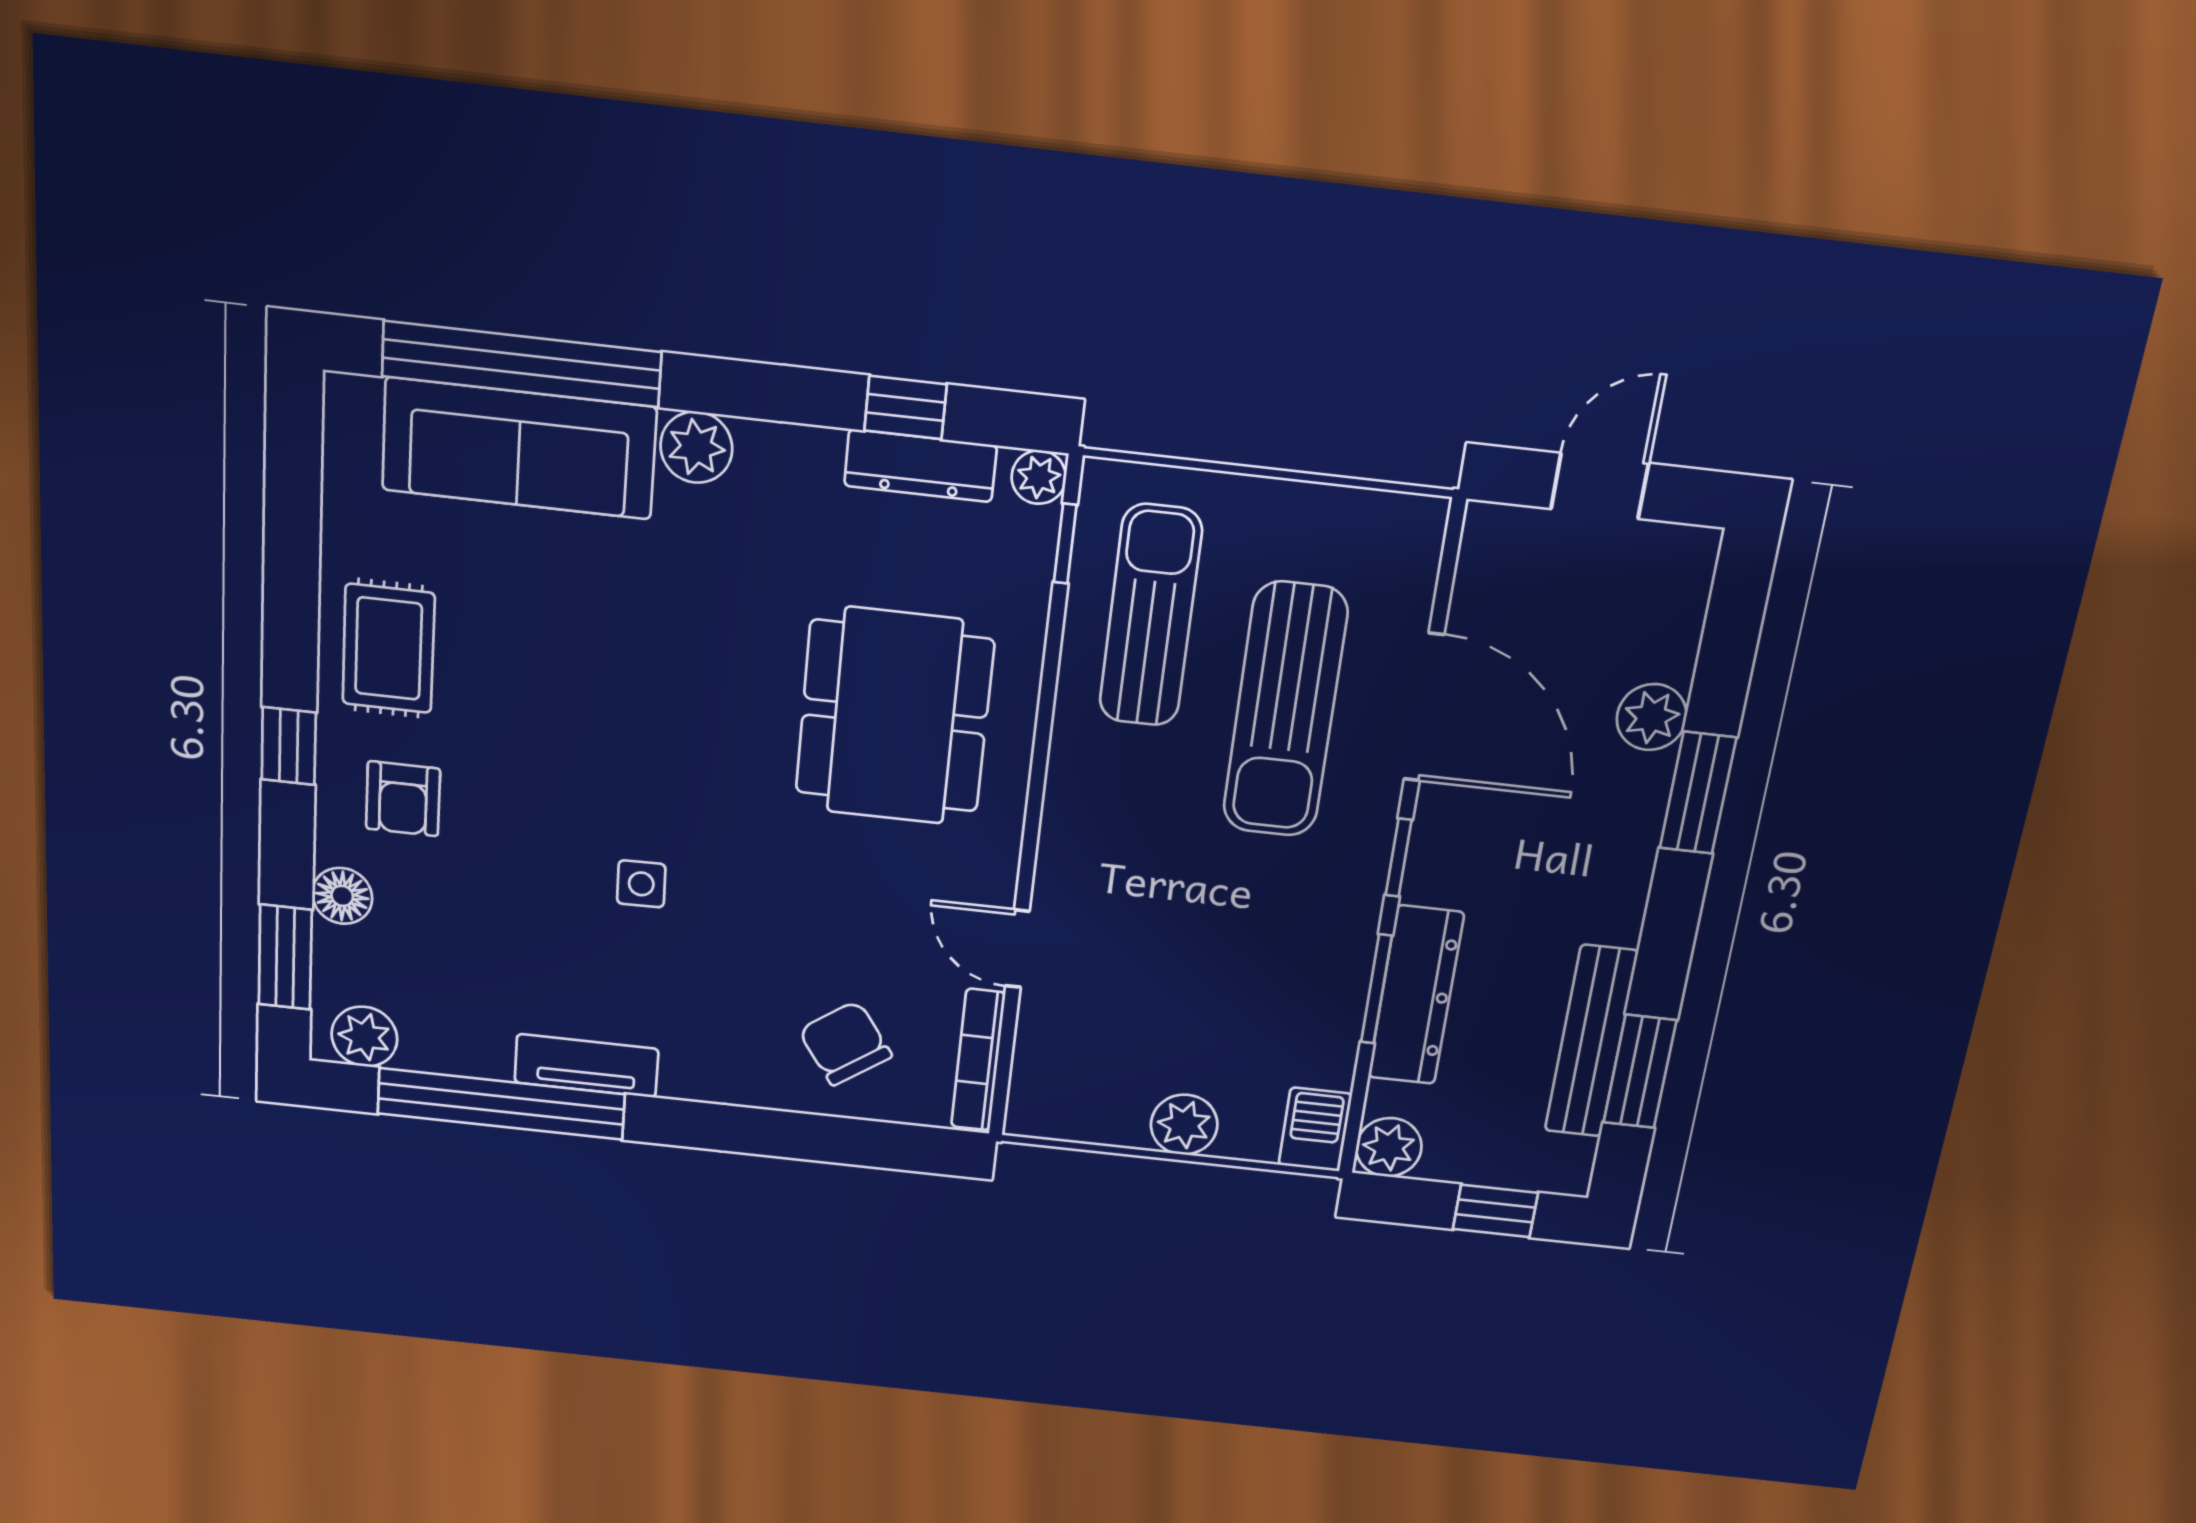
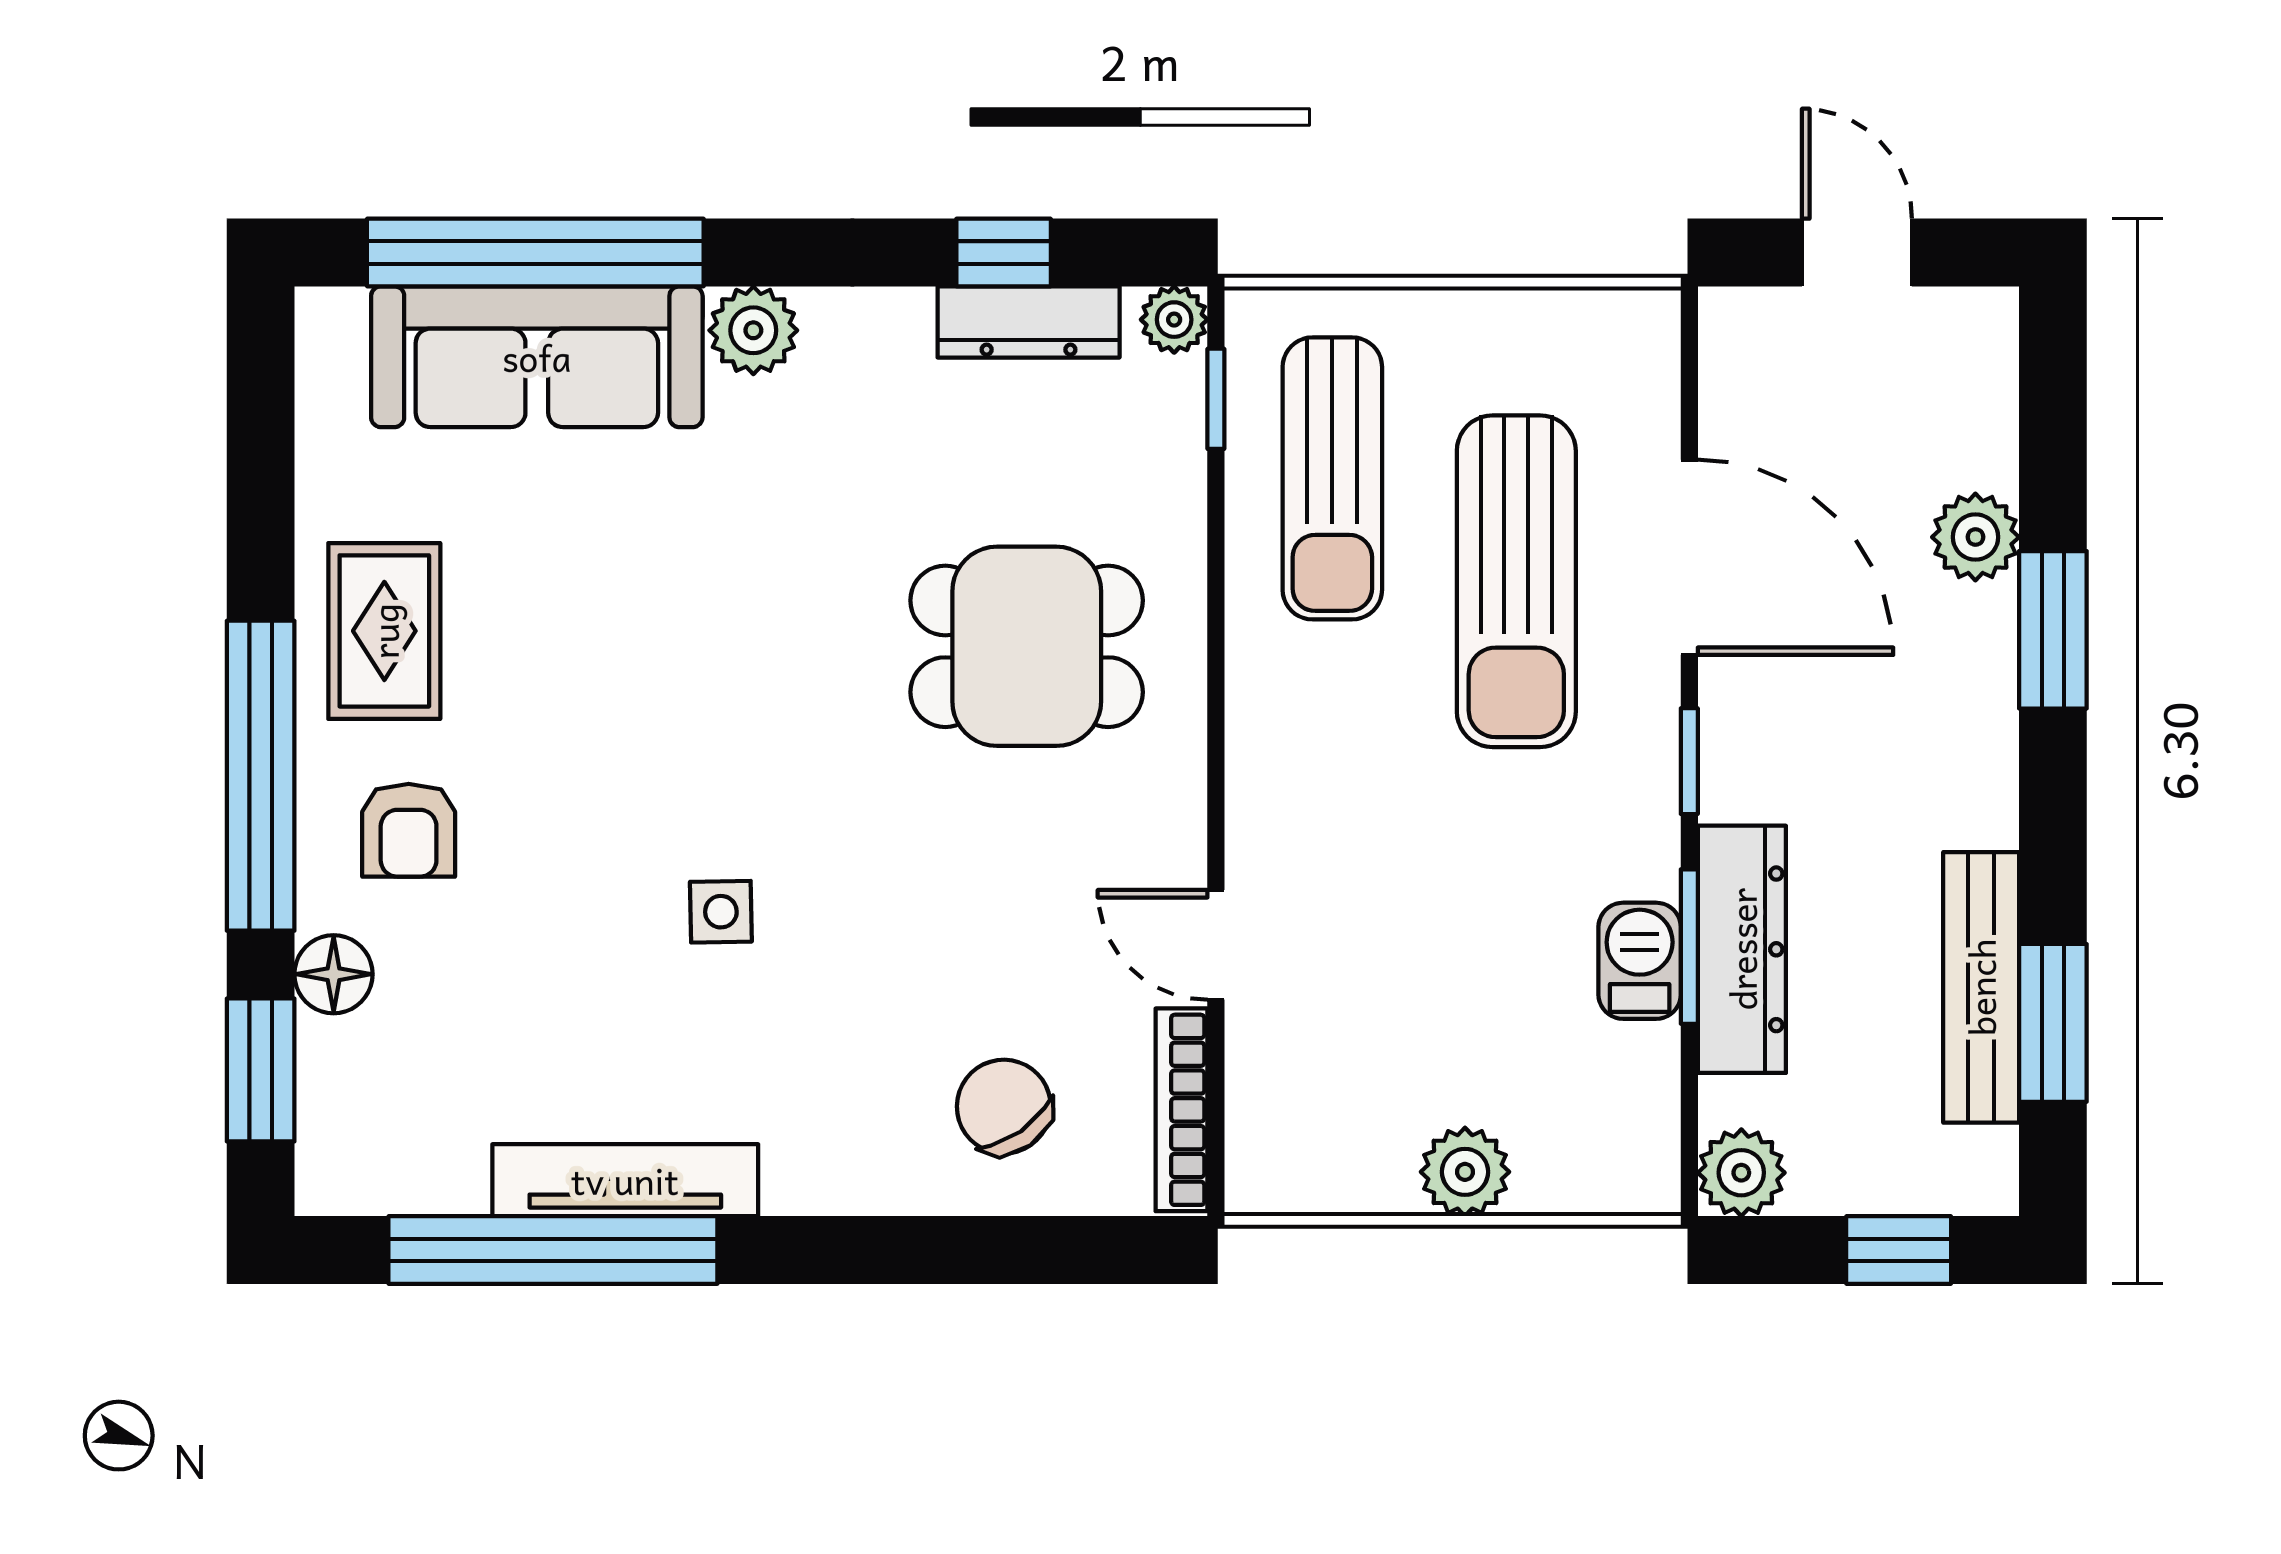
door: (1600, 486) -> (1857, 252), hinge flipped
sun lounger: (1151, 616) -> (1332, 478), turned 180
dining table: (894, 716) -> (1027, 646), width x0.73
window: (289, 746) -> (261, 776), width x3.17
plant: (364, 1037) -> (367, 1173), removed
tv unit: (586, 1066) -> (625, 1180), width x1.41
barbecue: (1315, 1129) -> (1640, 961), moved

